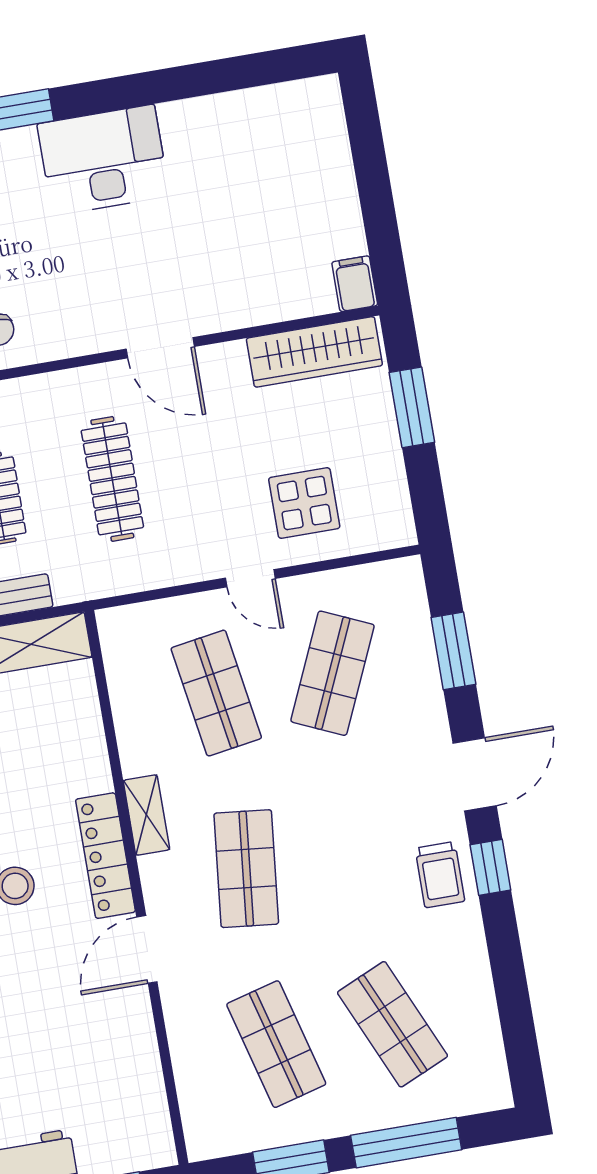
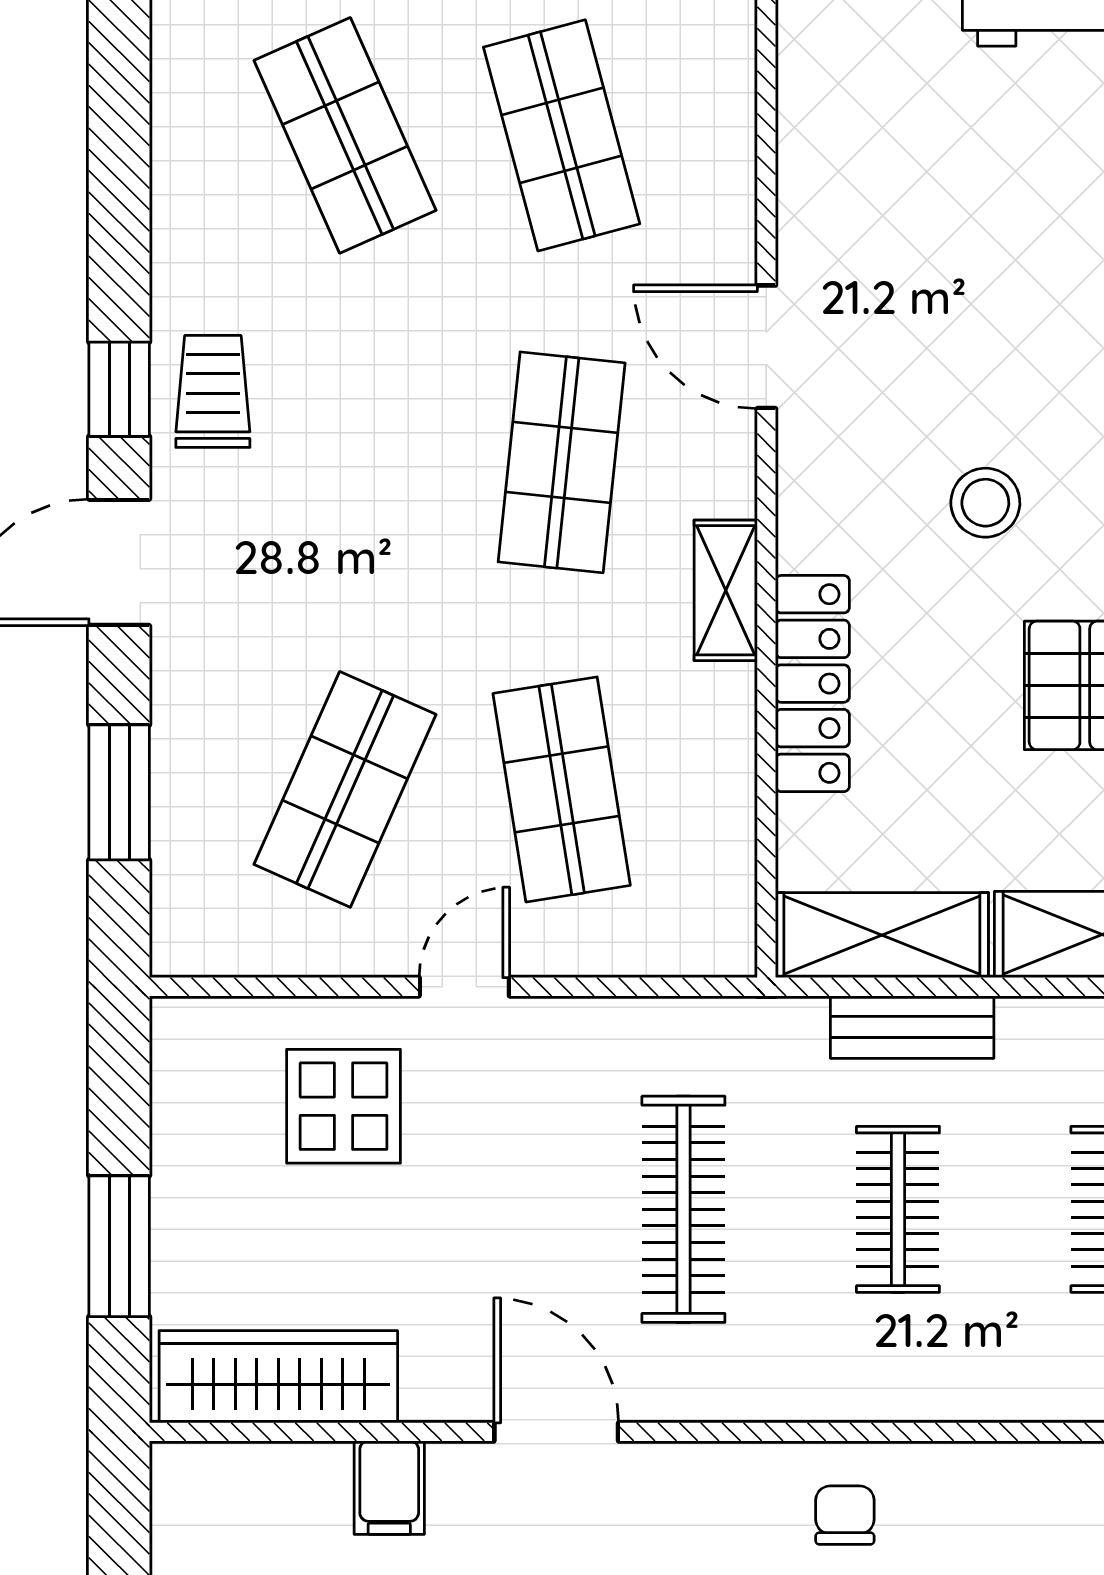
filing cabinet: (355, 284) -> (389, 1488), moved
door: (250, 578) -> (464, 987), hinge flipped
locker: (105, 856) -> (812, 684), moved
door: (147, 949) -> (766, 347), swing flipped

